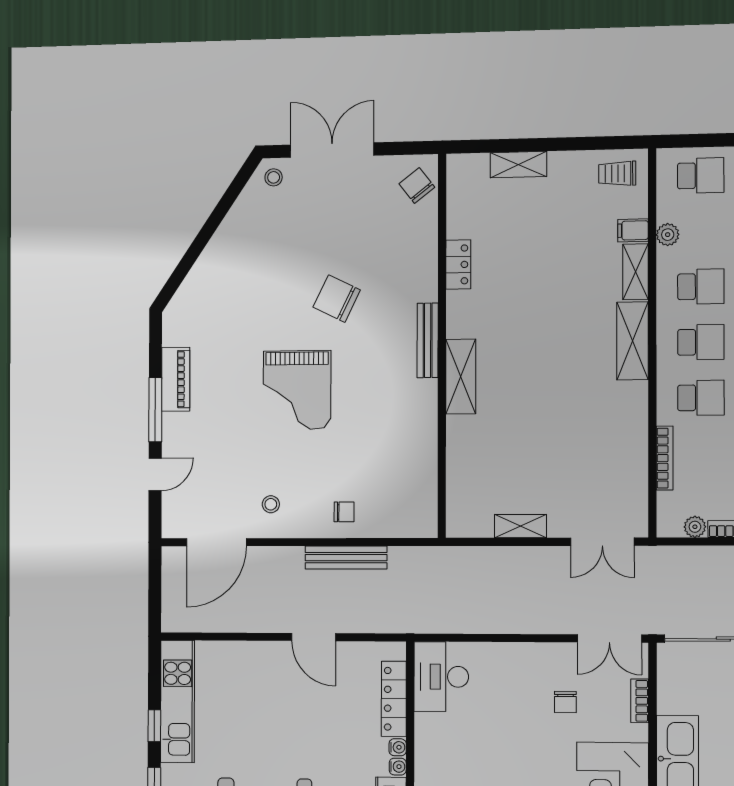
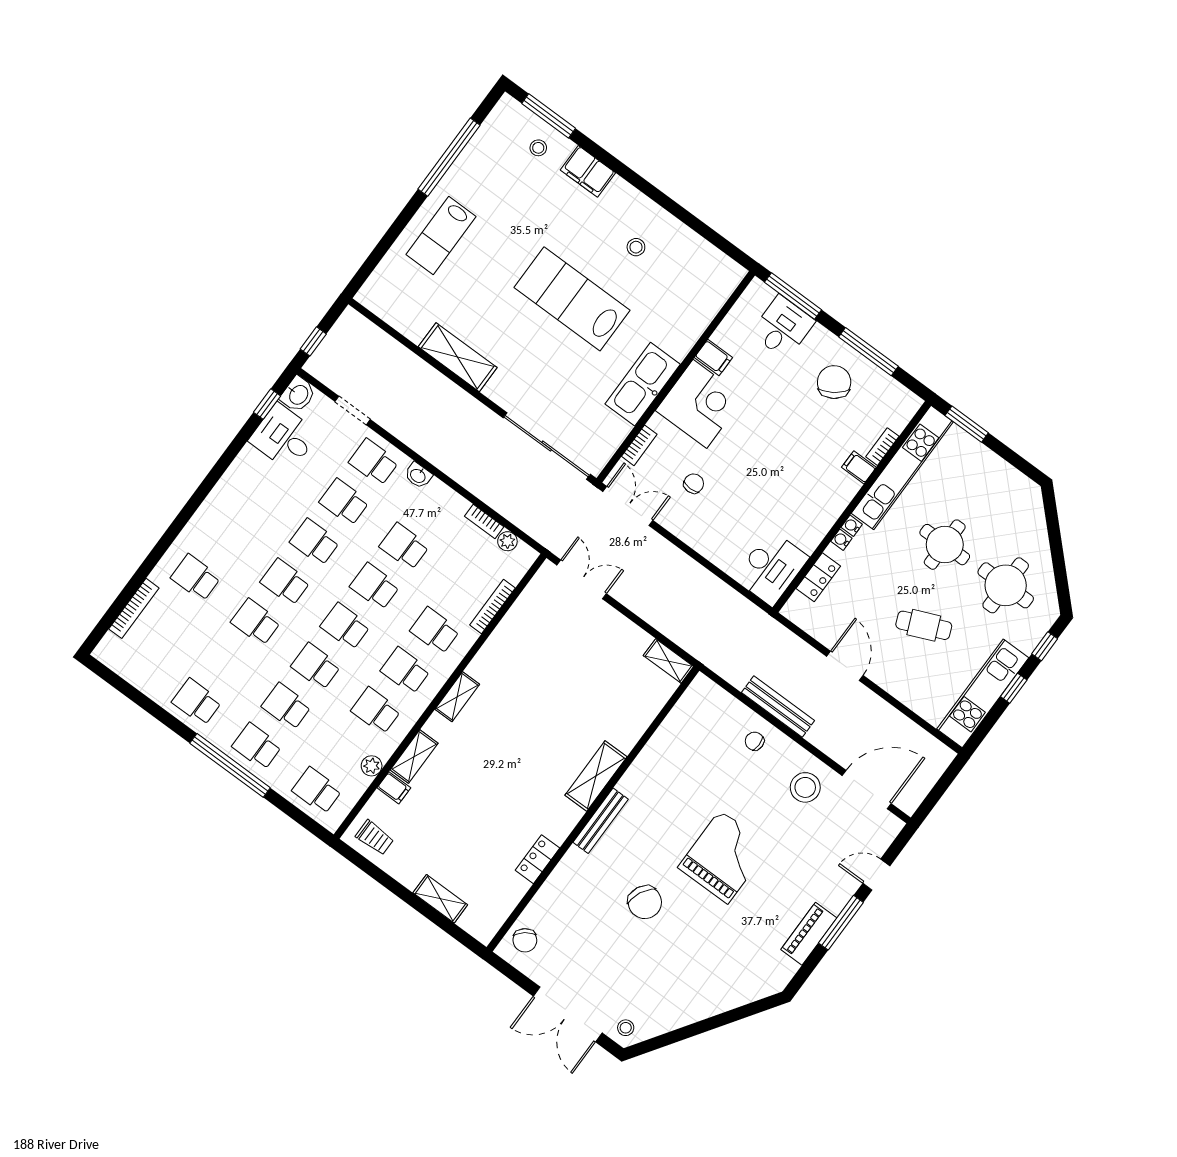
shelving: (633, 341) -> (457, 697), width x0.67, depth x0.75
stool: (271, 504) -> (805, 787), width x1.89, depth x1.89
shelving: (520, 526) -> (668, 661), moved
locker: (394, 699) -> (818, 577), width x0.66
cafe table: (271, 724) -> (924, 625), added

